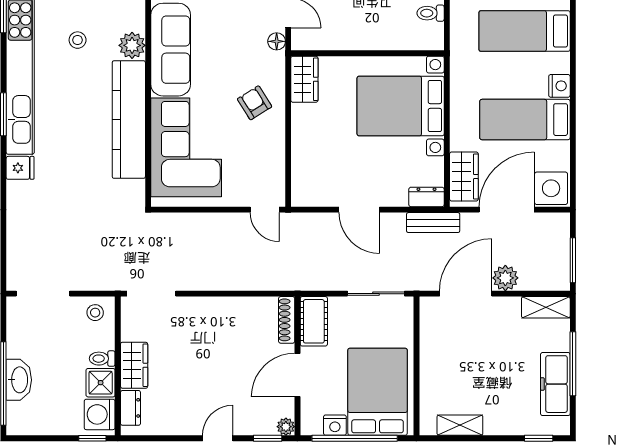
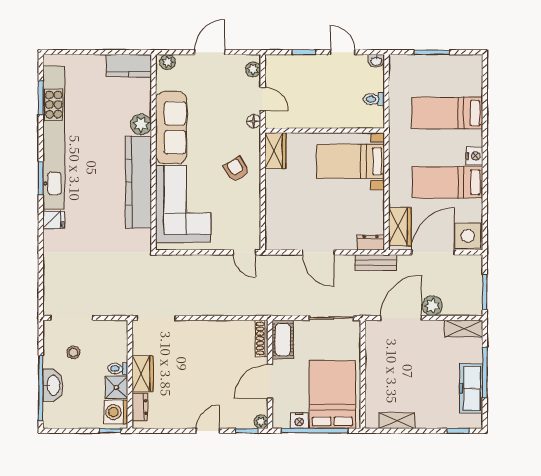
stool: (78, 40) -> (99, 120), removed
bed with nightstands: (401, 106) -> (350, 161), width x0.73
stool: (95, 313) -> (73, 352), moved

